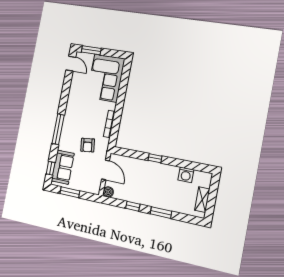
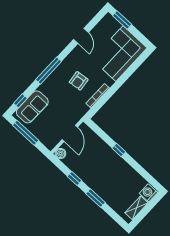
door: (71, 64) -> (81, 36), moved
armchair: (88, 145) -> (79, 81), moved
washing machine: (186, 175) -> (148, 193), moved, turned 90
window: (70, 192) -> (26, 133), width x1.44

